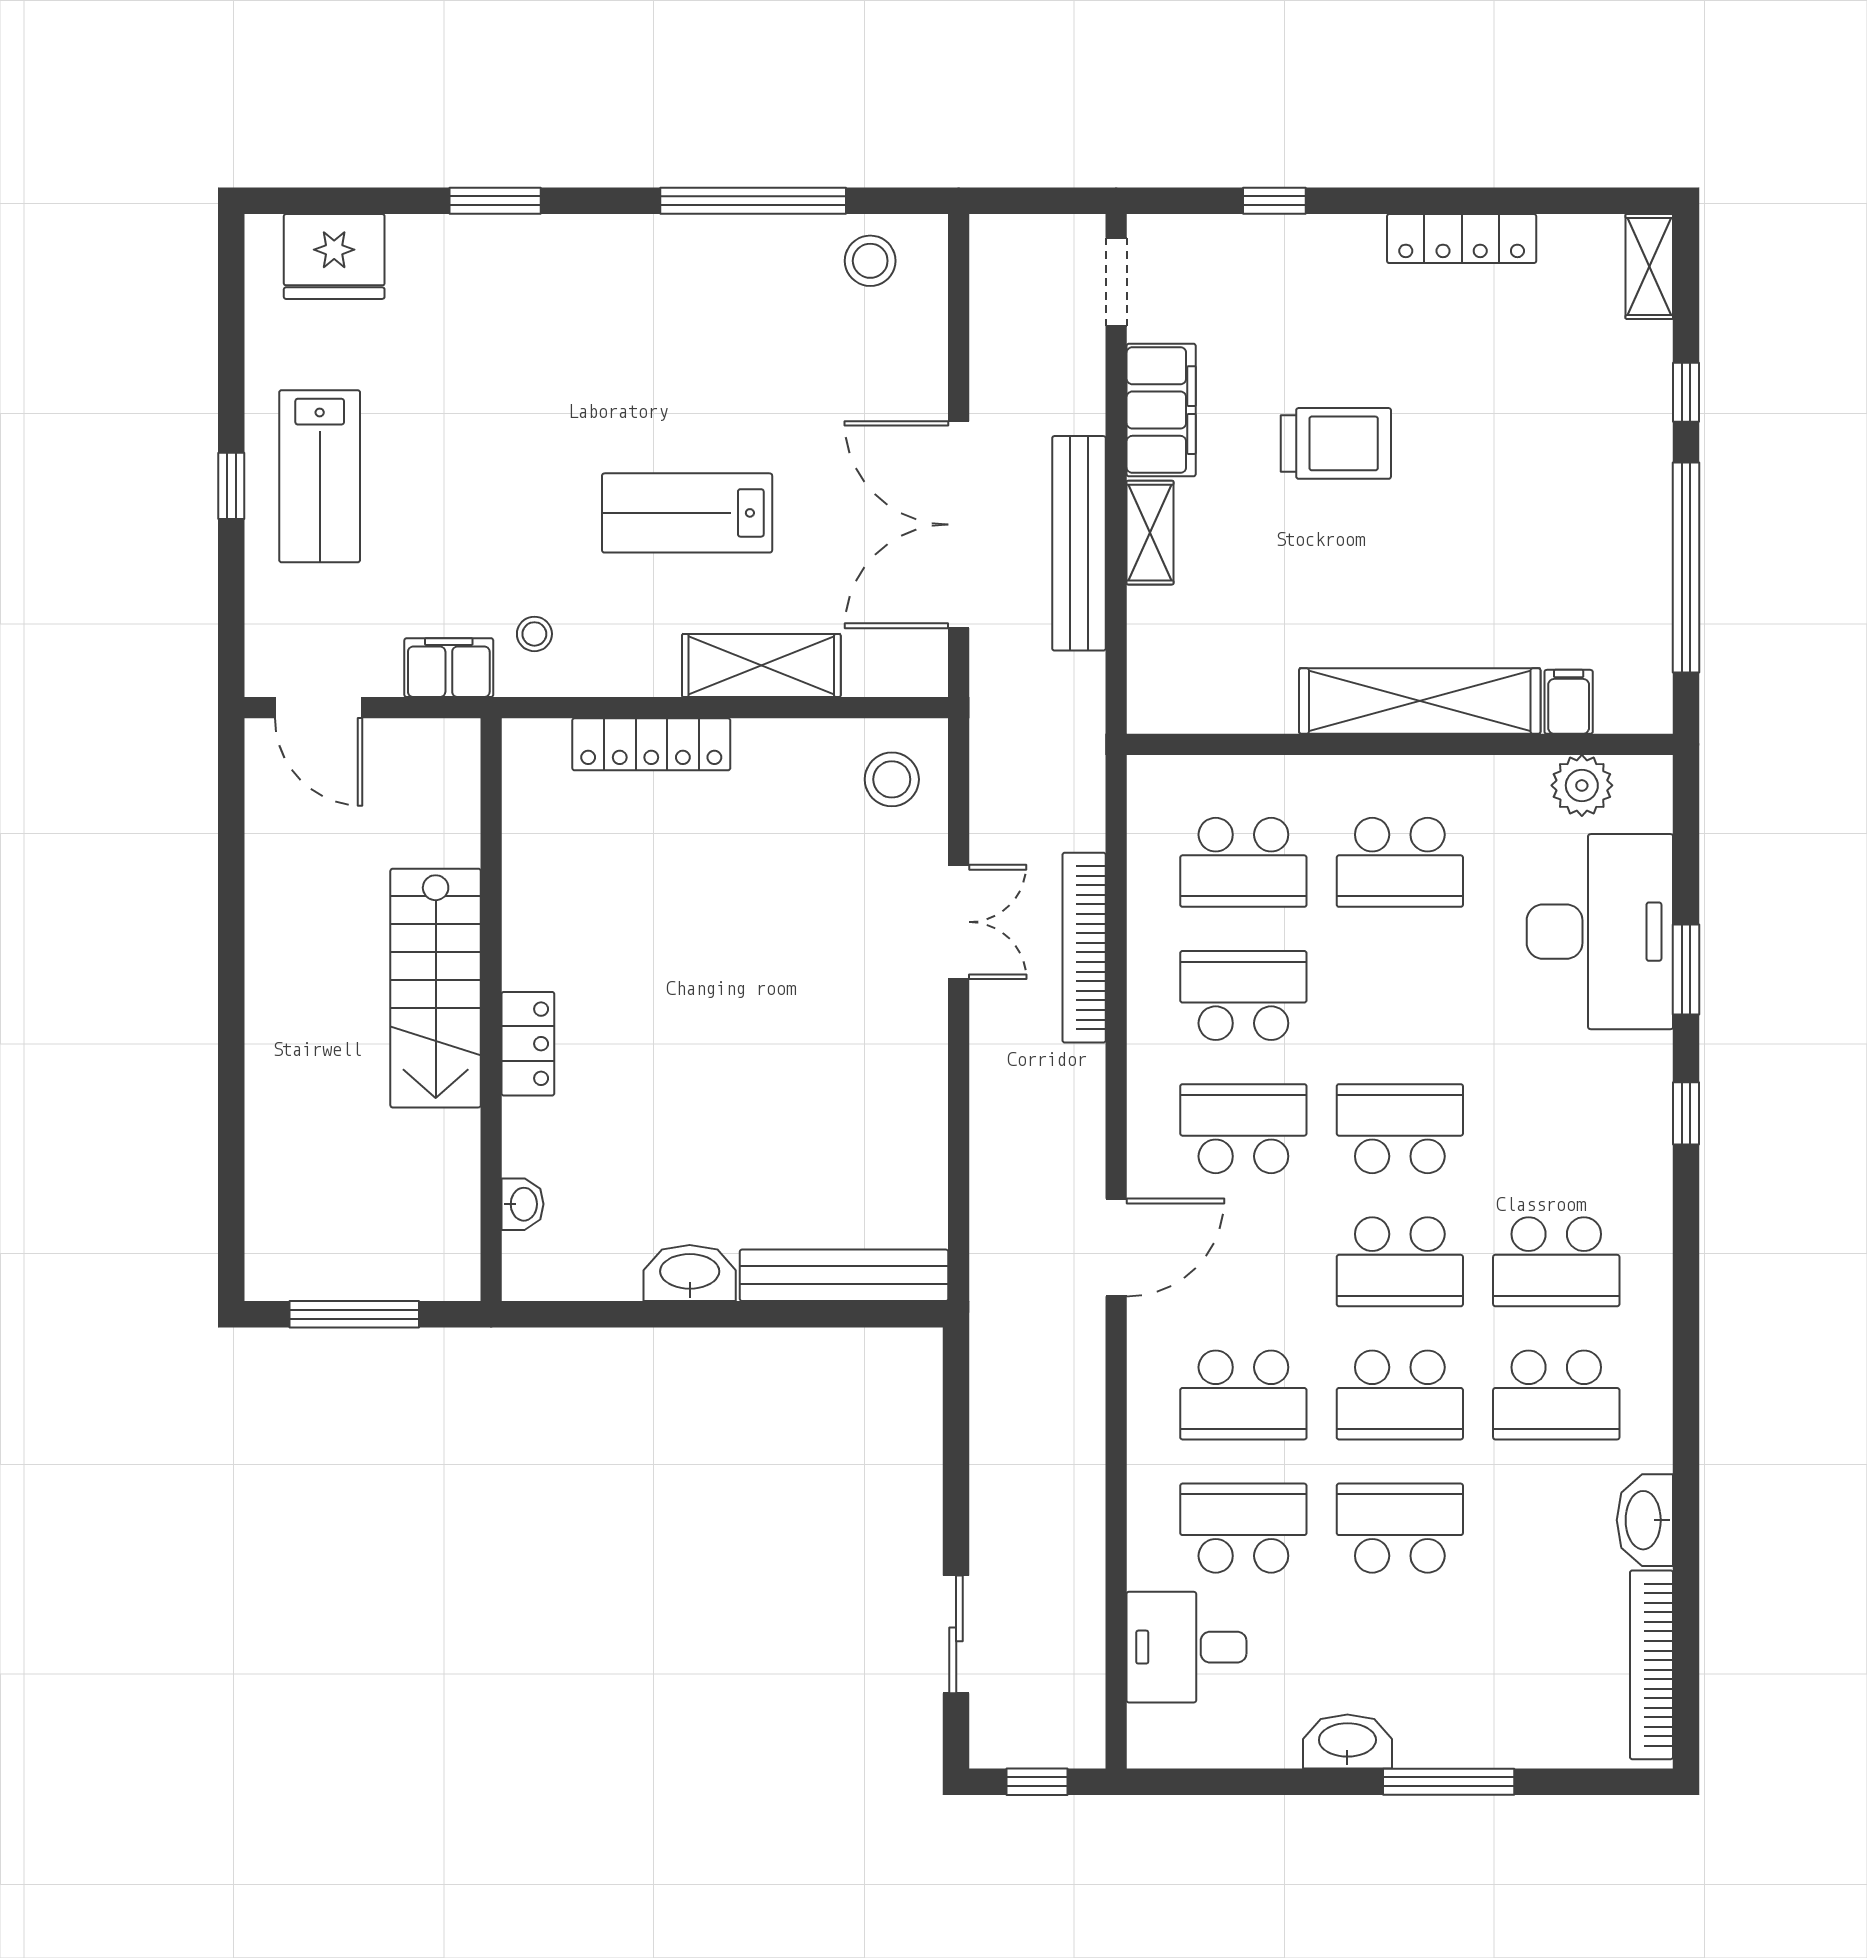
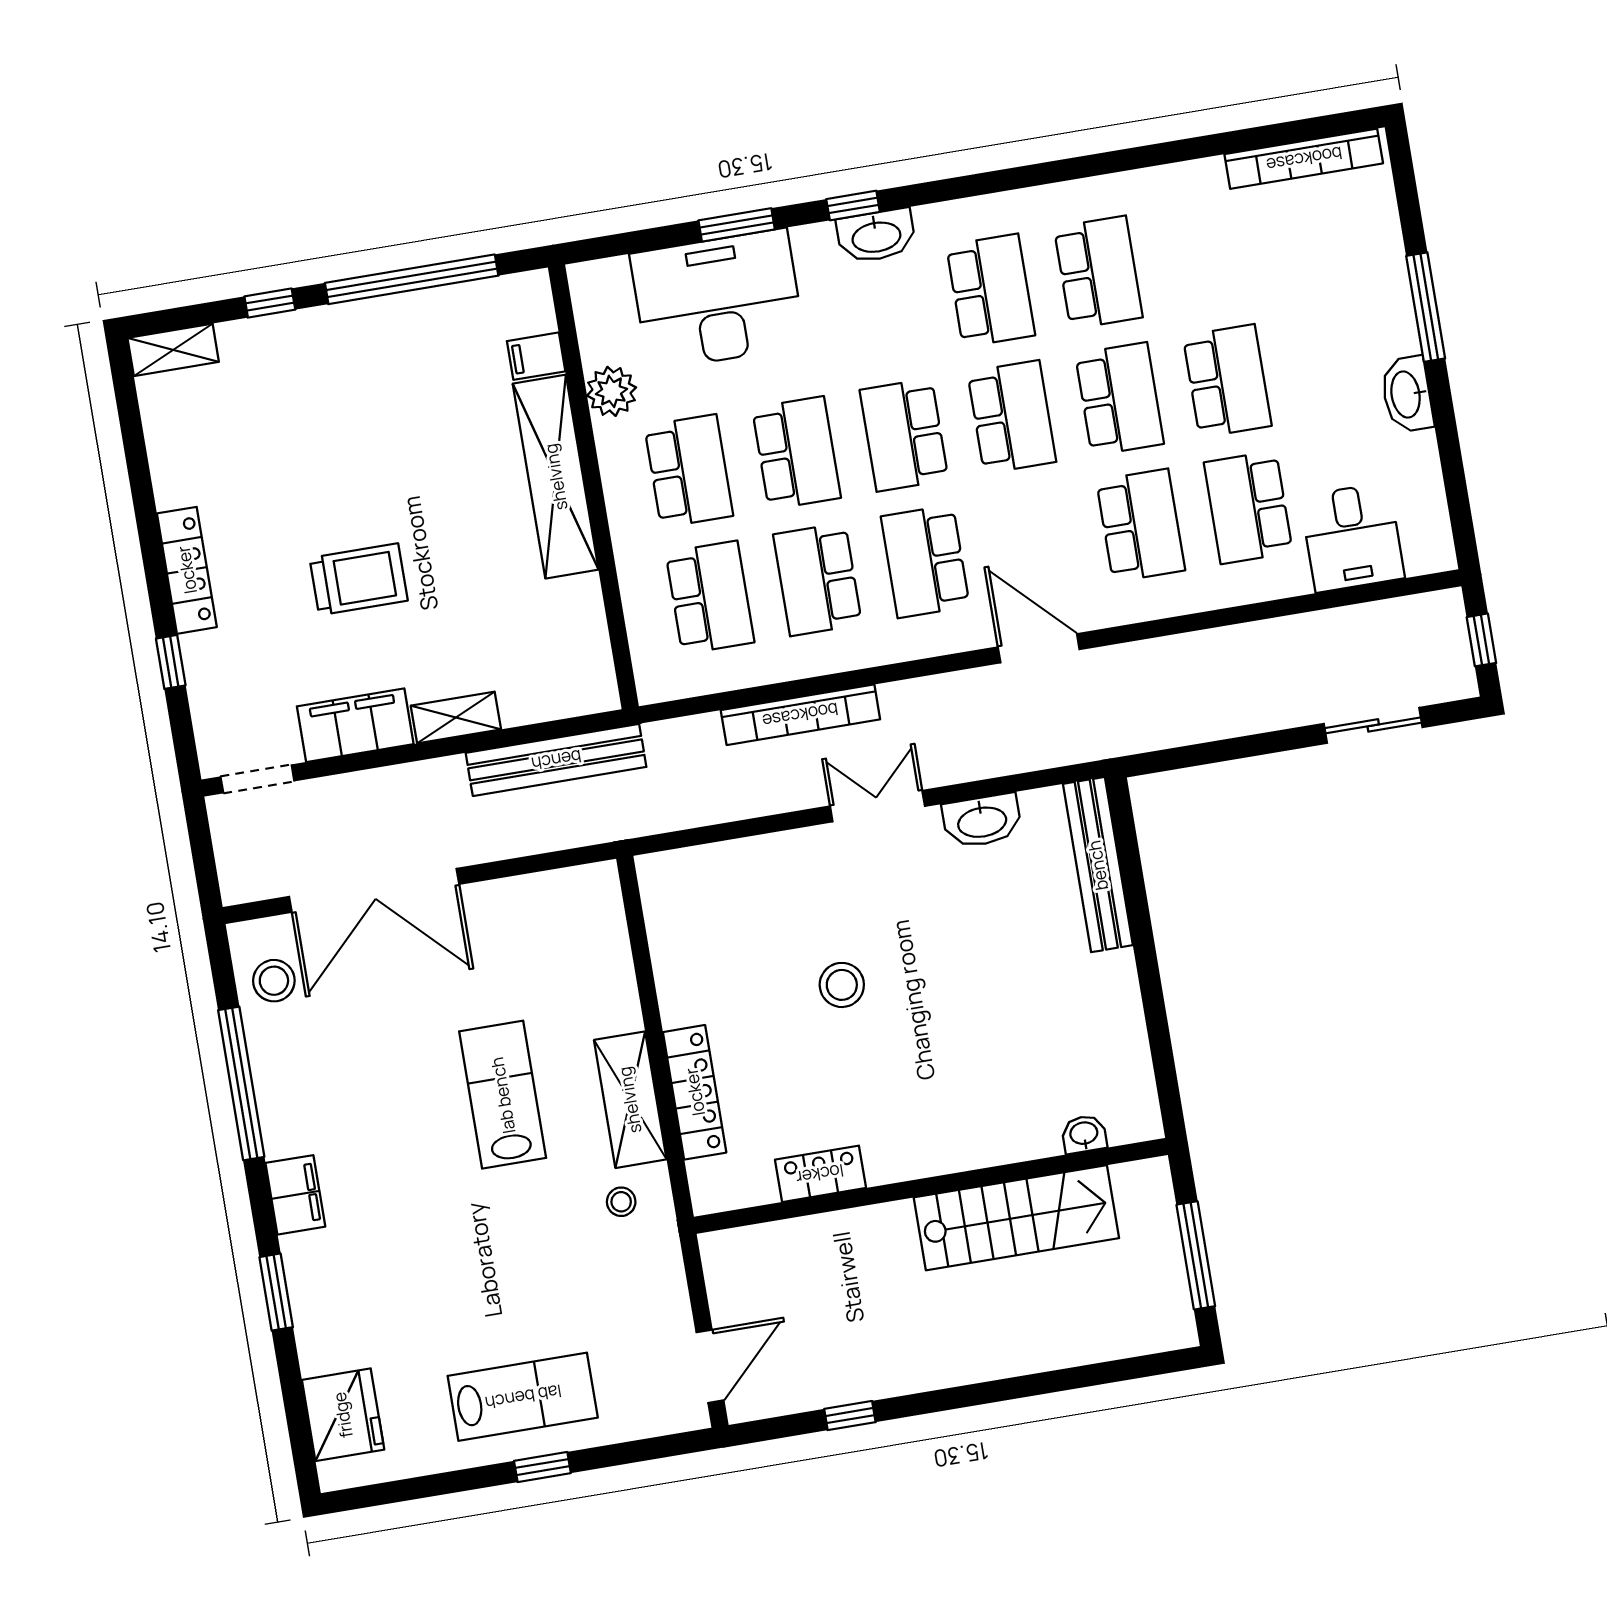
locker: (1462, 239) -> (187, 570), moved
trolley: (1336, 443) -> (359, 579), turned 90
lab bench: (687, 513) -> (503, 1095), turned 180
double door: (959, 525) -> (374, 890), moved
bench: (1079, 543) -> (556, 760), moved
shelving: (761, 665) -> (630, 1100), moved
filing cabinet: (449, 668) -> (295, 1195), moved, turned 180
stool: (892, 779) -> (842, 985), moved
plant: (1582, 785) -> (612, 391), moved
window: (231, 866) -> (850, 1416), added
double door: (959, 922) -> (877, 806), moved
stairs: (436, 988) -> (1016, 1218), moved
school desk: (1400, 995) -> (796, 453), added
locker: (528, 1044) -> (820, 1174), moved
washbasin: (690, 1273) -> (982, 821), moved, turned -90
washbasin: (1645, 1520) -> (876, 236), moved
school desk: (1400, 1528) -> (1227, 381), turned 180

